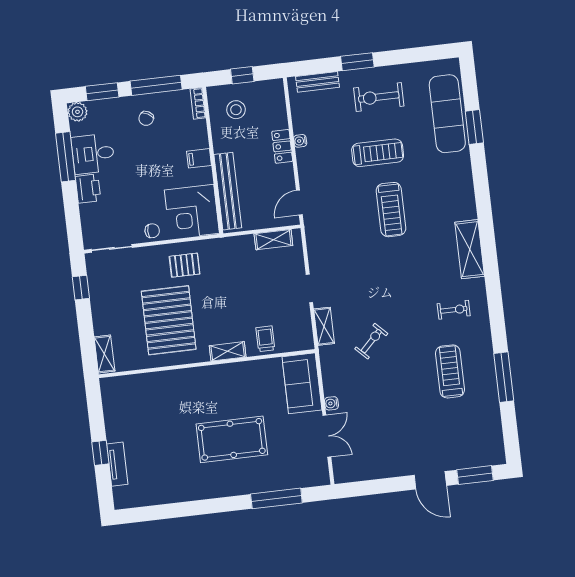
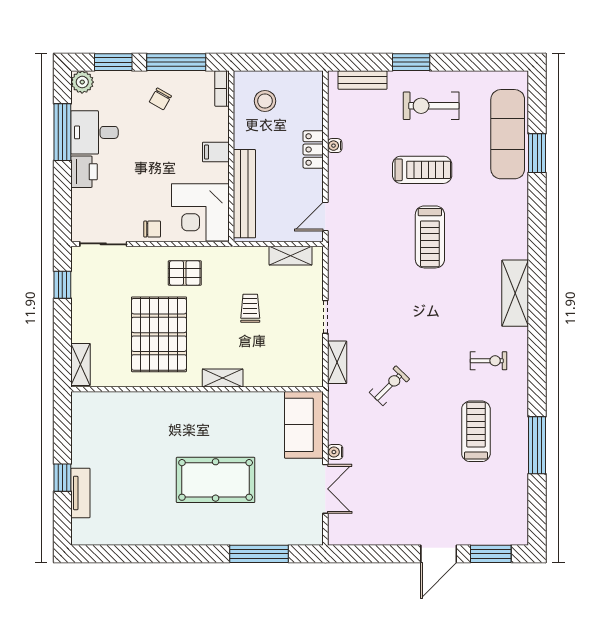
window: (242, 75) -> (277, 62), removed
trolley: (265, 339) -> (250, 308), moved
door: (430, 480) -> (439, 554), hinge flipped

